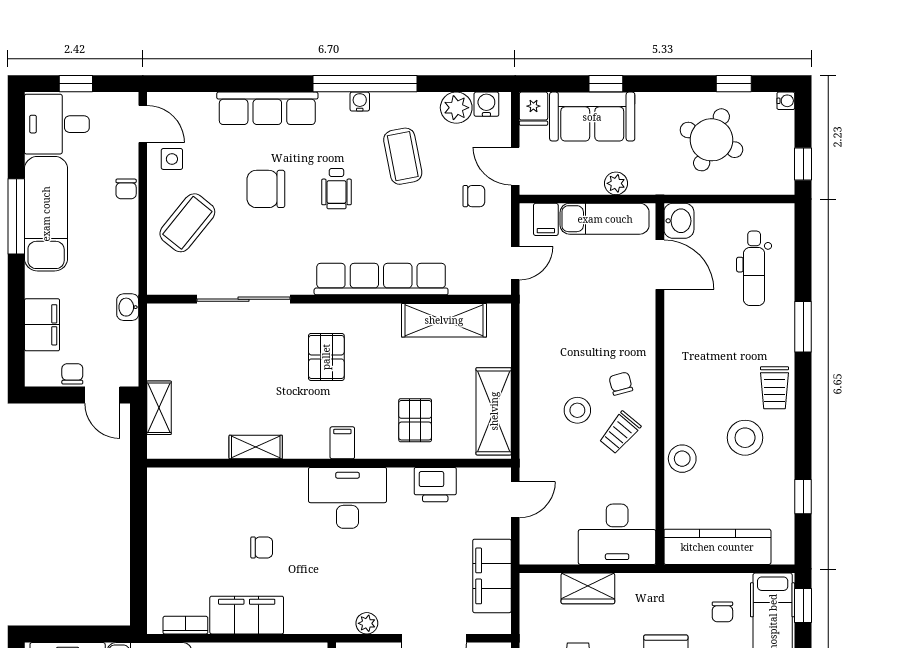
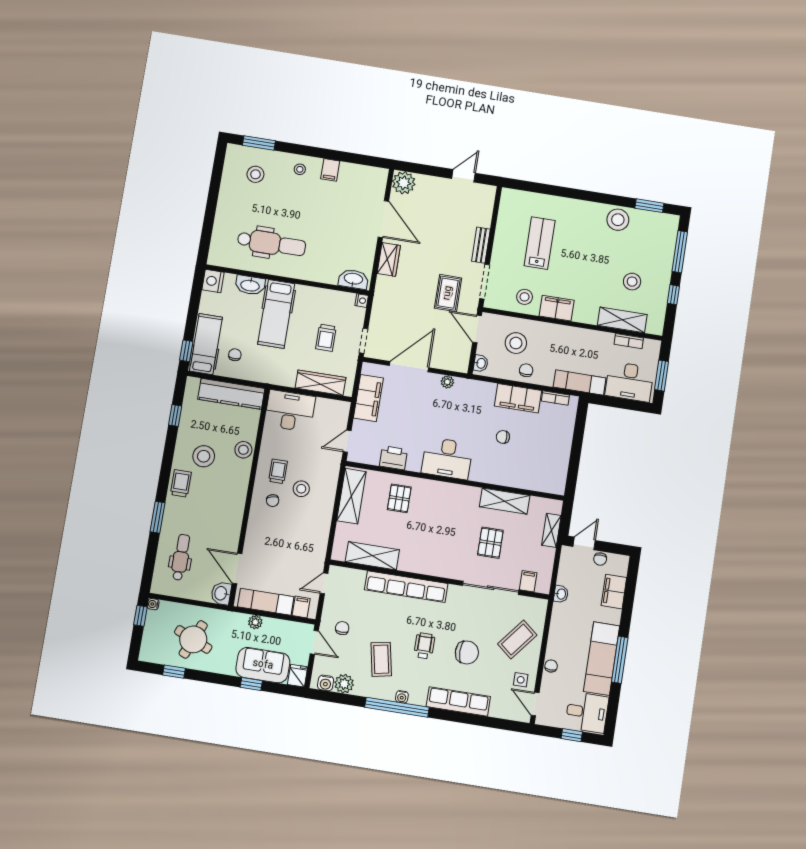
water cooler: (786, 101) -> (153, 604), moved
chair: (474, 196) -> (342, 628), turned 90
pallet: (326, 357) -> (490, 543), moved
door: (102, 395) -> (584, 543), hinge flipped
trolley: (620, 433) -> (278, 471), turned -40
filing cabinet: (342, 443) -> (528, 581), moved, turned 180
shelving: (256, 447) -> (505, 501), width x1.50, depth x1.33
wardrobe: (588, 588) -> (320, 383), width x1.50

